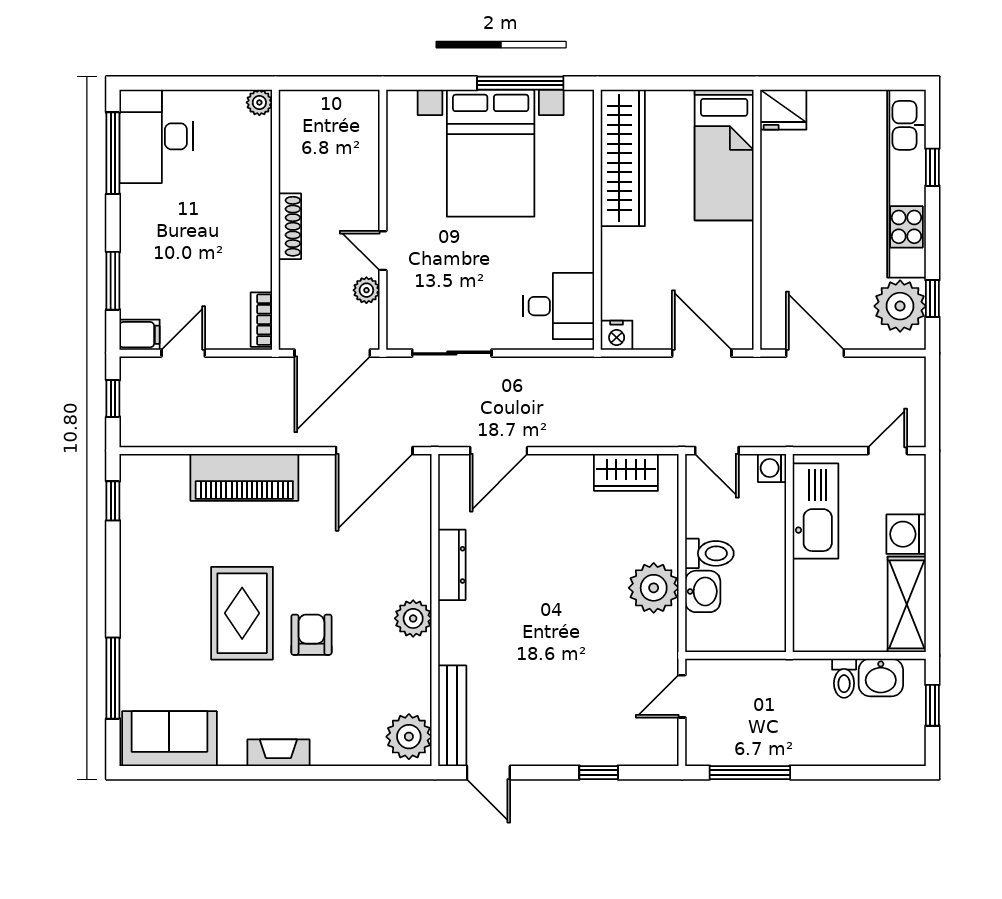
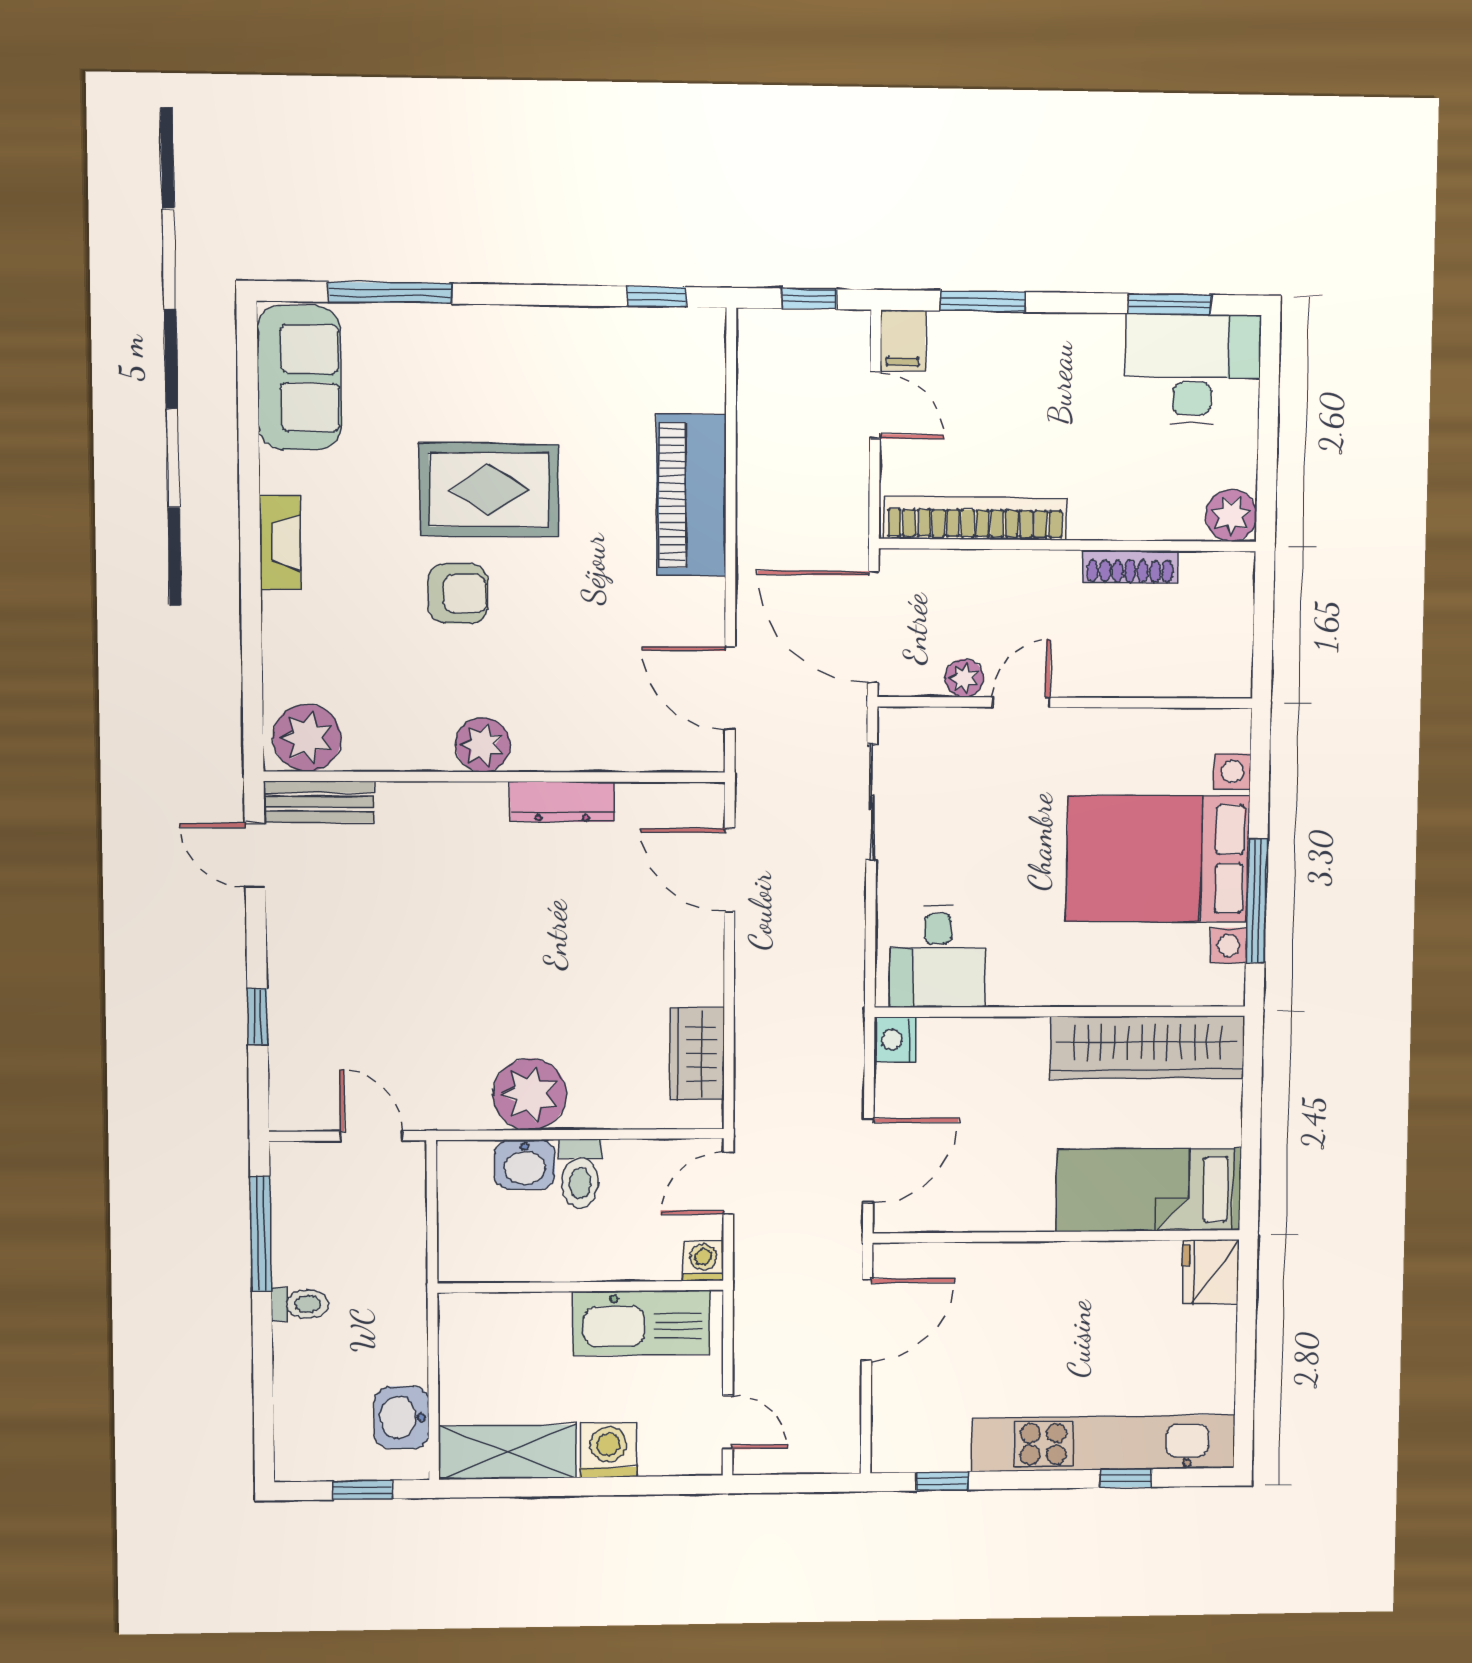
plant: (259, 103) -> (1231, 516), width x1.38, depth x1.38
window: (113, 153) -> (1169, 304), width x0.69
shoe rack: (290, 226) -> (1130, 567), moved
plant: (900, 306) -> (932, 1437), removed
bookcase: (261, 320) -> (975, 518), width x2.31, depth x1.31
door: (374, 451) -> (730, 688), width x0.73
toilet: (844, 678) -> (300, 1304), moved, turned 180
bench: (452, 716) -> (319, 802), width x0.73
door: (488, 773) -> (255, 855), hinge flipped

